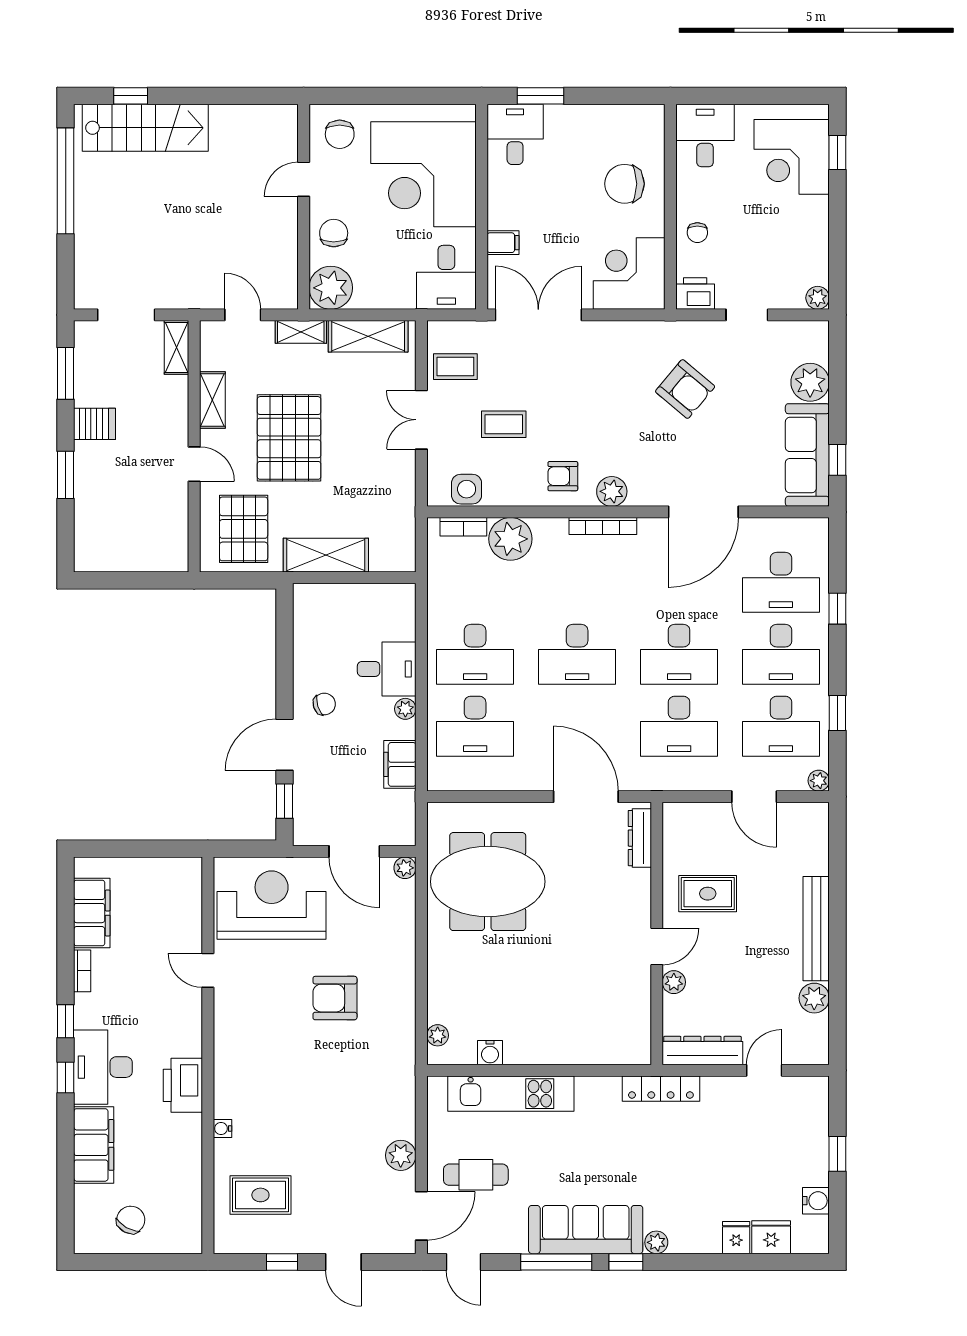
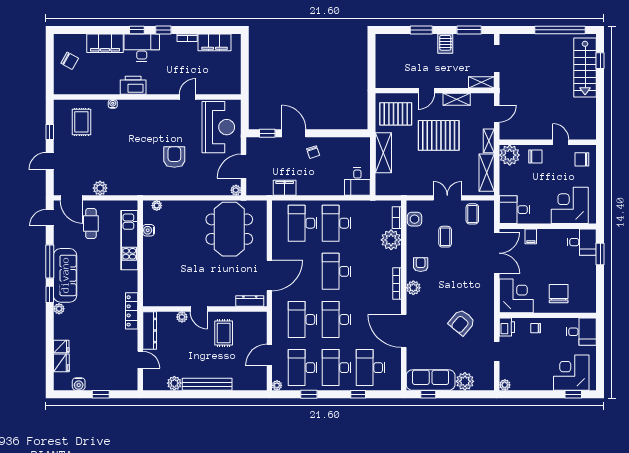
corner desk: (423, 174) -> (570, 205), width x0.74, depth x0.74
desk: (387, 669) -> (357, 181), moved
plant: (405, 709) -> (311, 190), removed

